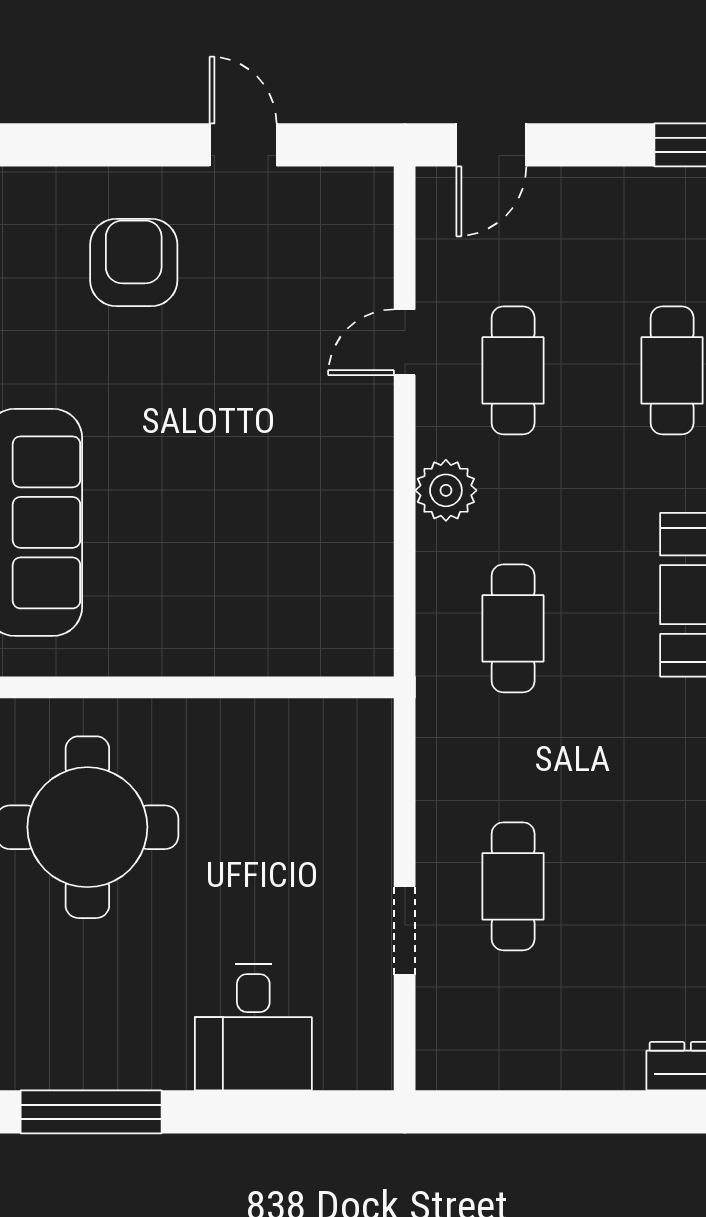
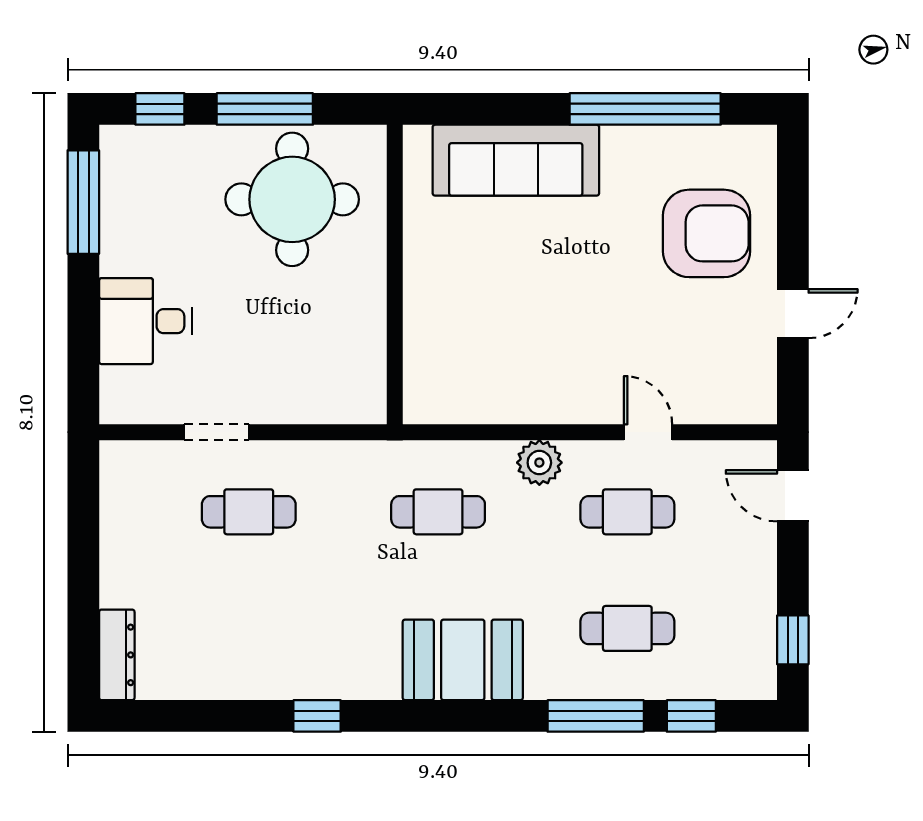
armchair: (134, 262) -> (707, 233), width x1.36, depth x1.36

